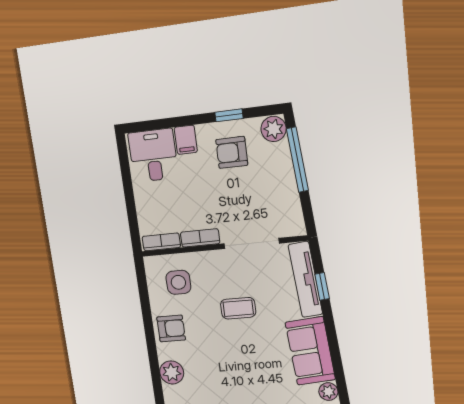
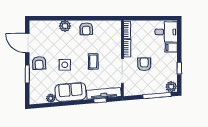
armchair: (232, 152) -> (144, 64), moved
side table: (178, 282) -> (65, 65), moved

